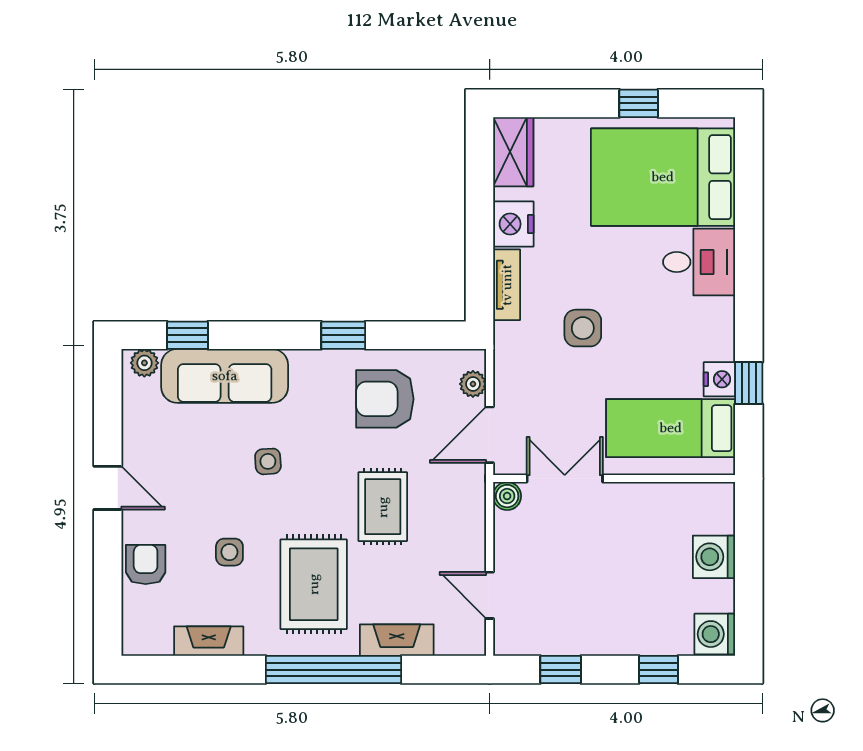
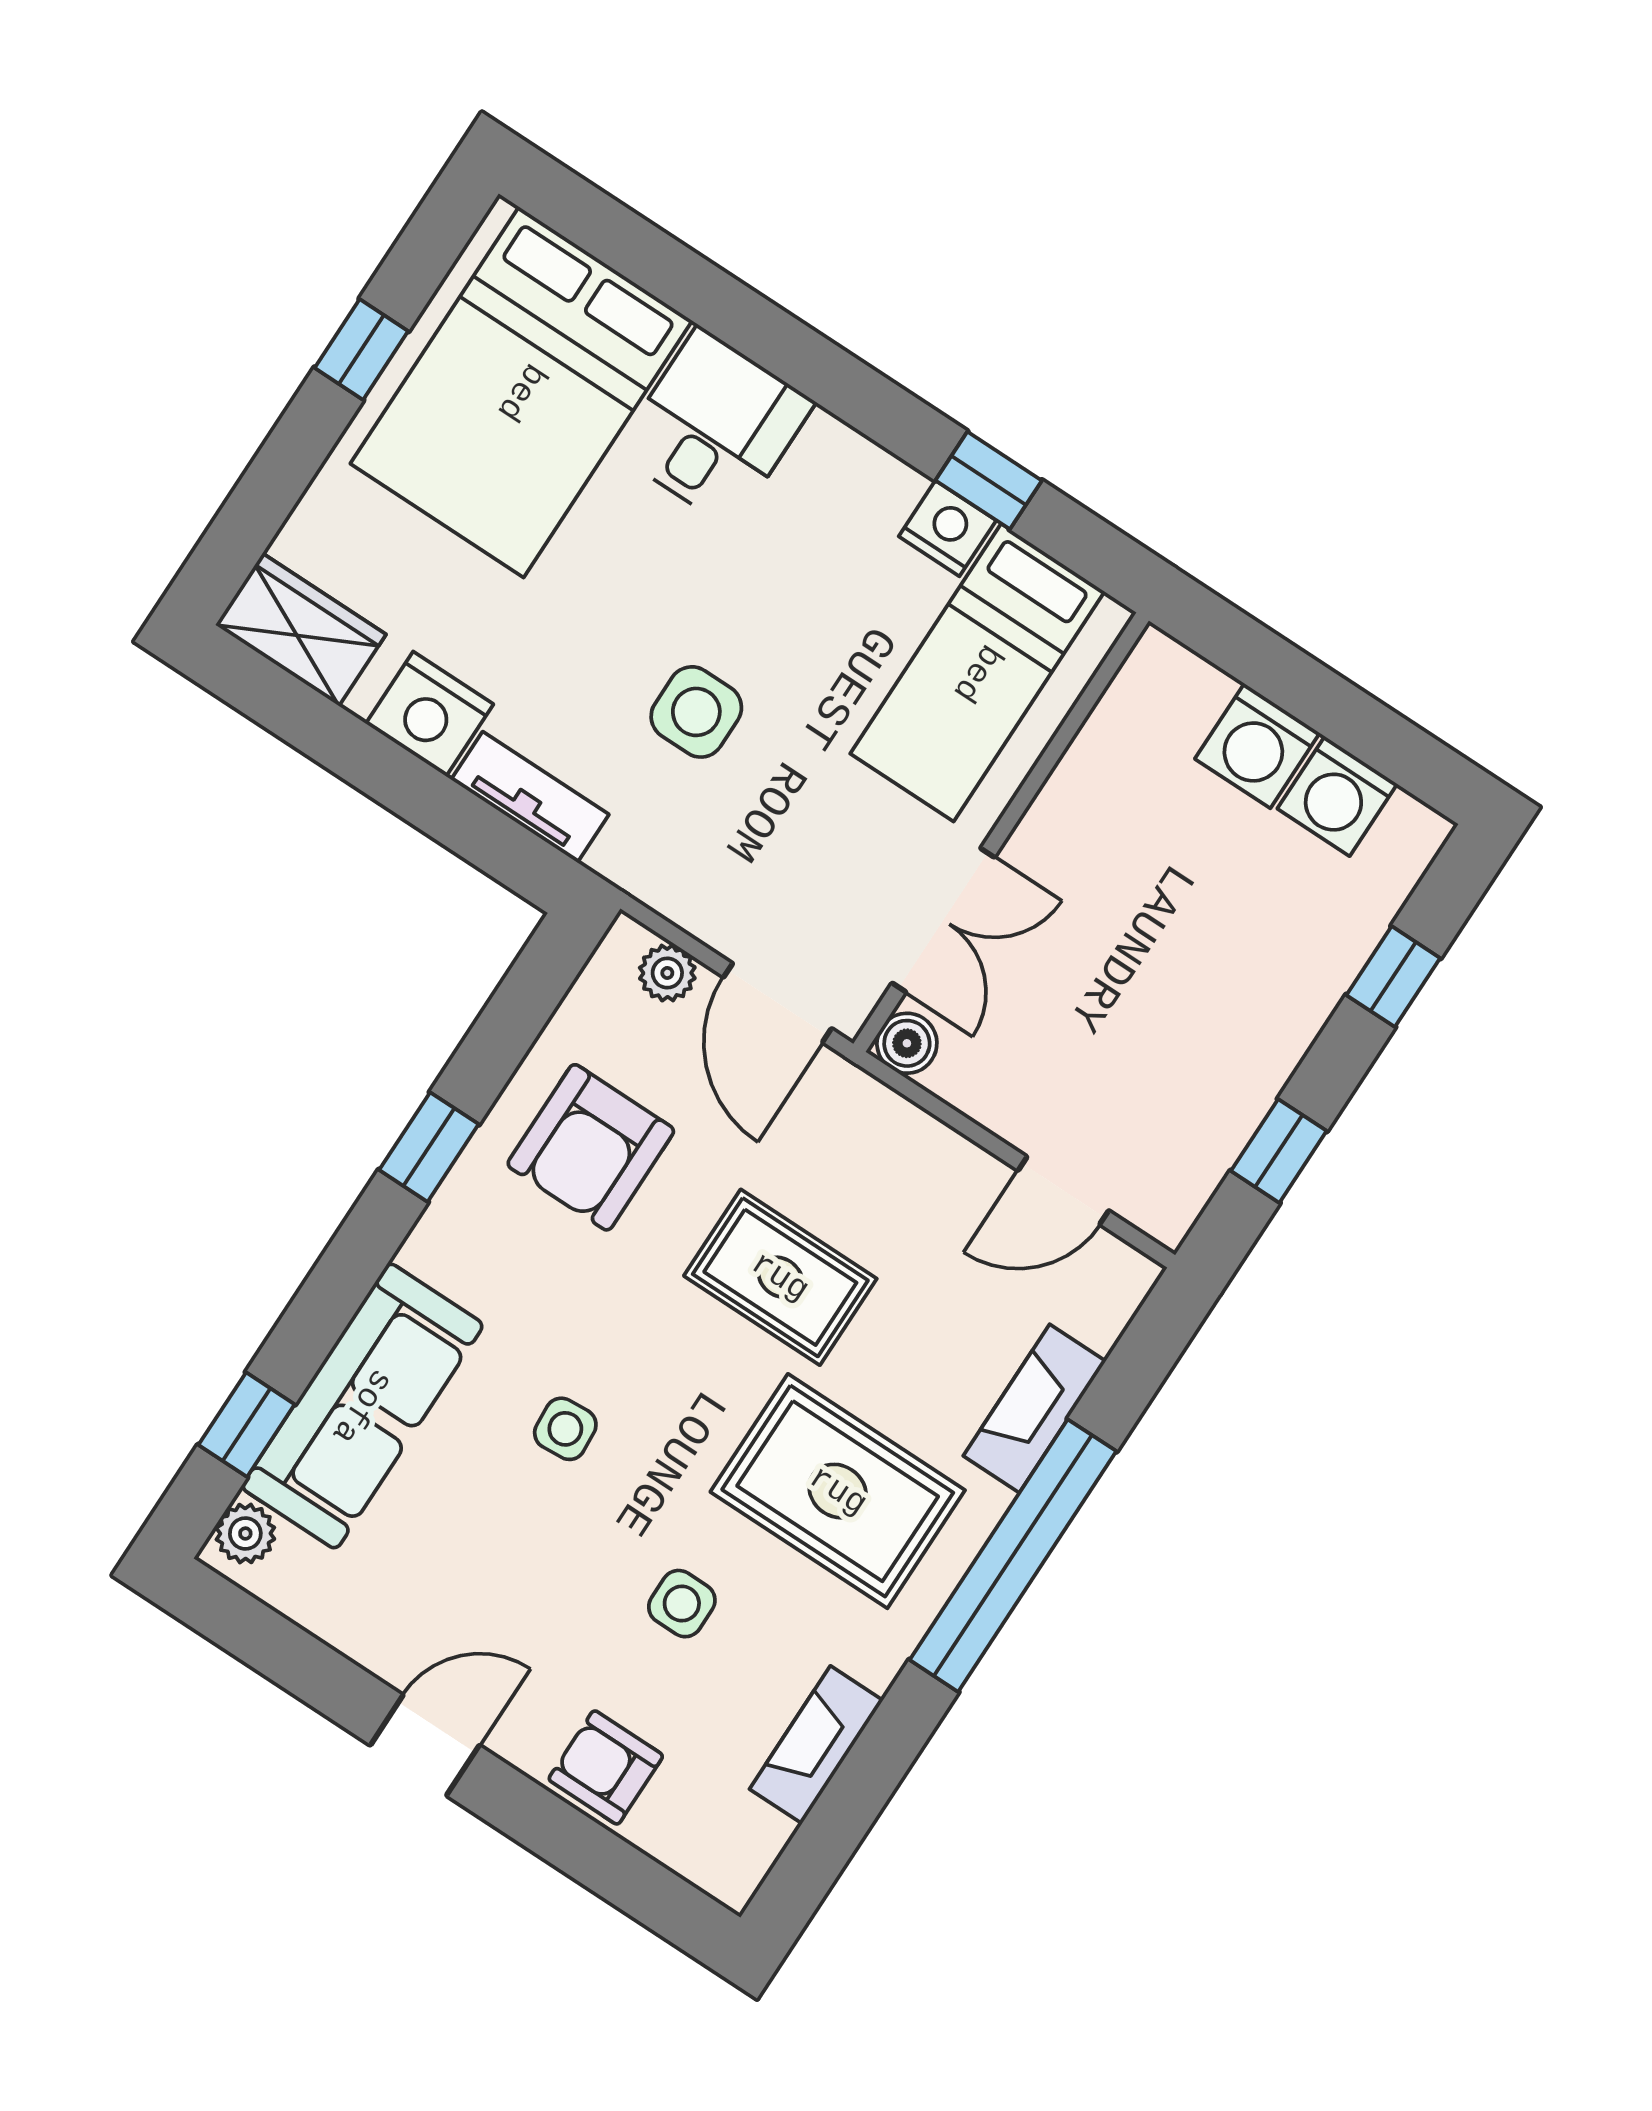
double door: (565, 479) -> (943, 920), swing flipped
washing machine: (715, 634) -> (1337, 796), moved

